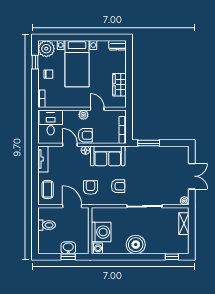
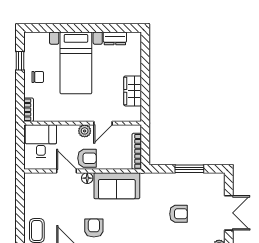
dresser: (117, 45) -> (115, 38), moved
plant: (46, 49) -> (35, 43), removed
door: (97, 109) -> (103, 123), swing flipped
window: (149, 143) -> (189, 169), moved
tv unit: (43, 159) -> (31, 190), removed
armchair: (118, 186) -> (178, 214), moved

